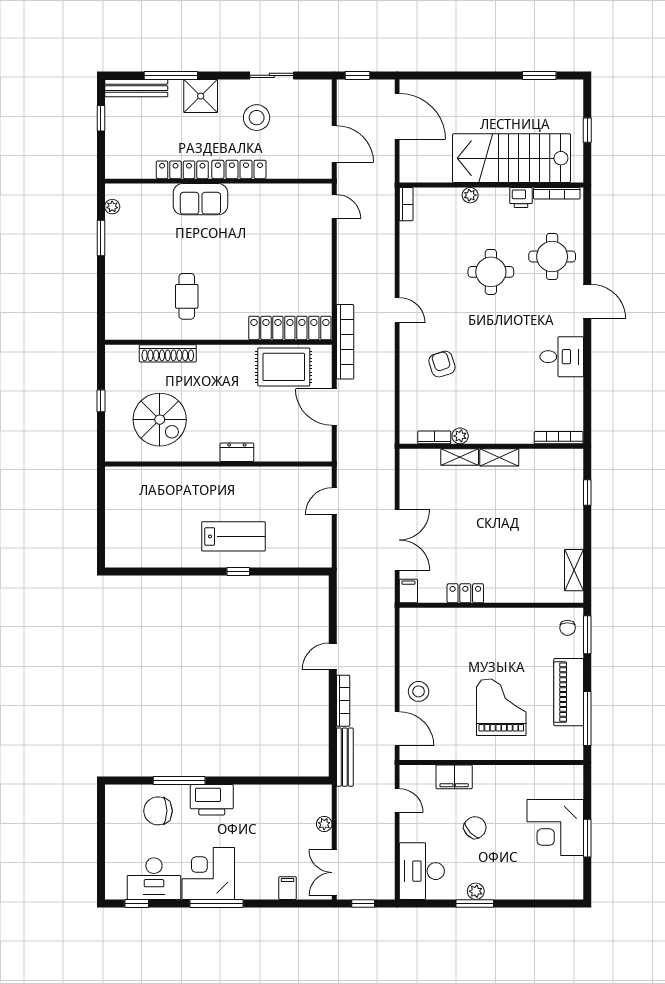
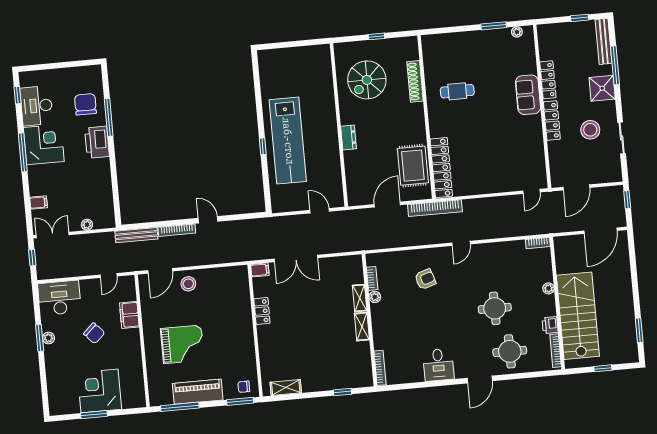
lab bench: (233, 536) -> (288, 141), width x1.86, depth x1.39

